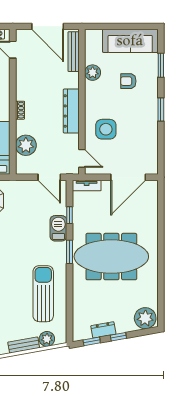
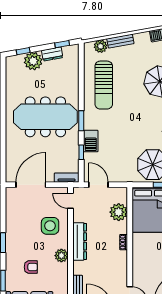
plant: (93, 73) -> (61, 256), moved
plant: (145, 318) -> (33, 61), moved
window: (118, 337) -> (23, 51), moved

